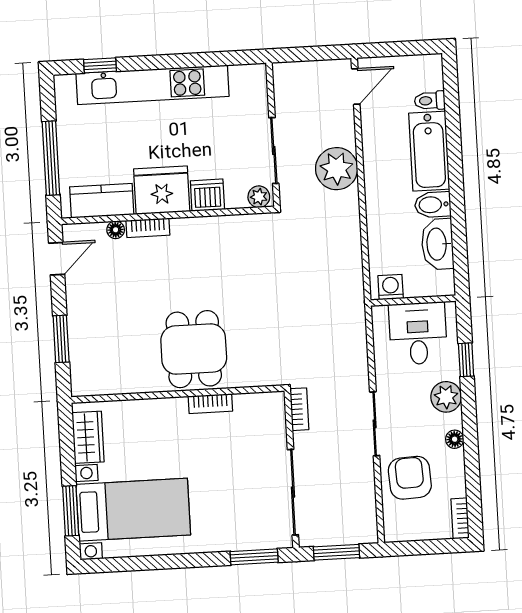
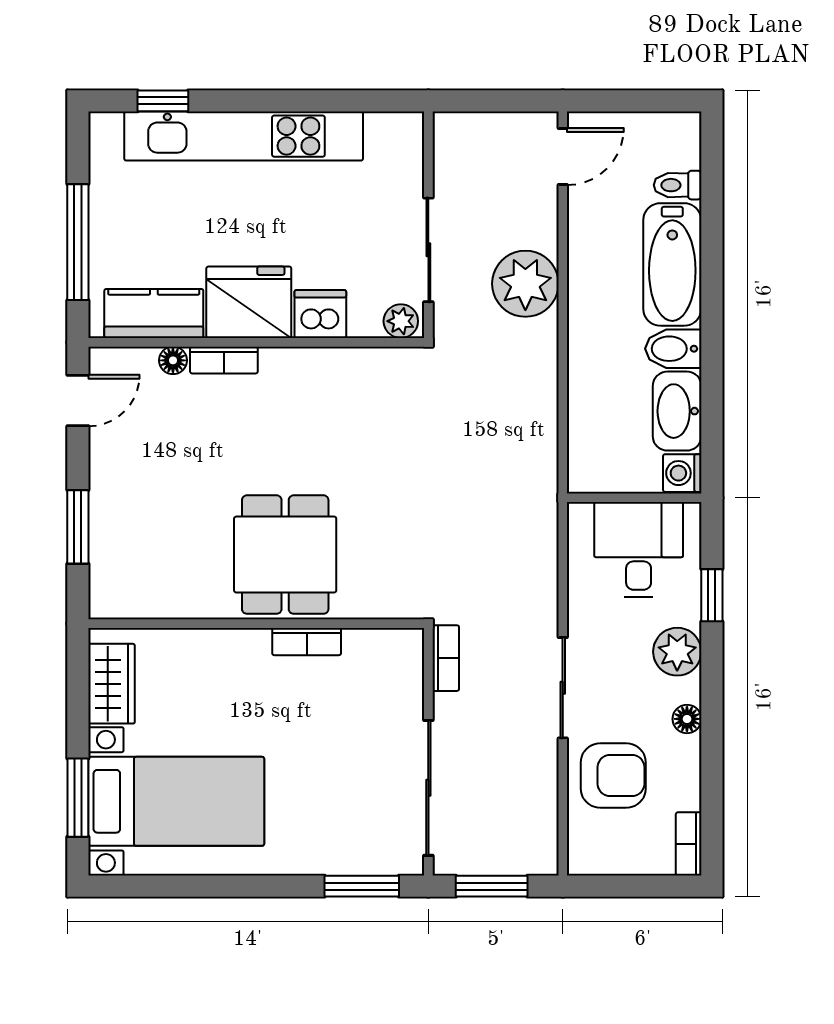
washing machine: (391, 287) -> (682, 473), moved, turned -90
armchair: (410, 478) -> (613, 776), turned 93

